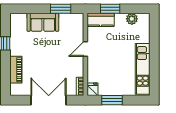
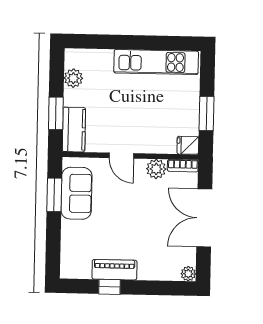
sofa: (43, 22) -> (77, 193), moved
piano: (16, 70) -> (114, 270), moved
plant: (78, 70) -> (156, 169), added
plant: (14, 91) -> (188, 274), added

